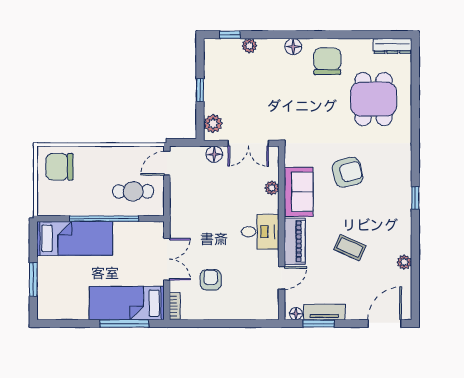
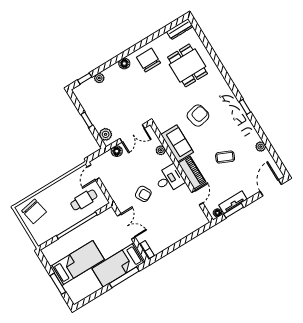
chair: (60, 167) -> (34, 211), turned -101
bed: (75, 238) -> (77, 263), moved
armchair: (211, 280) -> (143, 194), moved, turned 151

